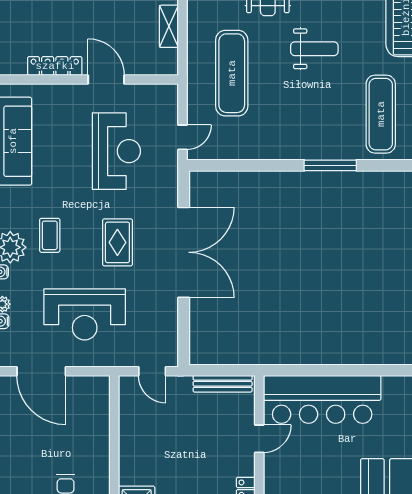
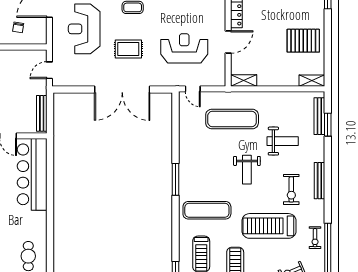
shelving: (169, 26) -> (244, 81), moved
reception desk: (116, 151) -> (184, 48), turned 180
chair: (82, 422) -> (18, 27), added

